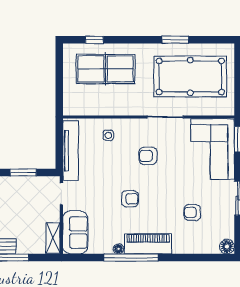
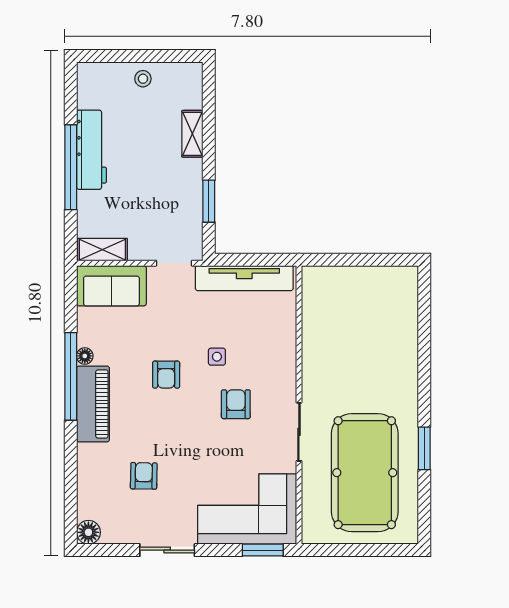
window: (94, 40) -> (424, 317), removed
table tennis table: (106, 69) -> (377, 335), removed
side table: (108, 135) -> (217, 357), moved

